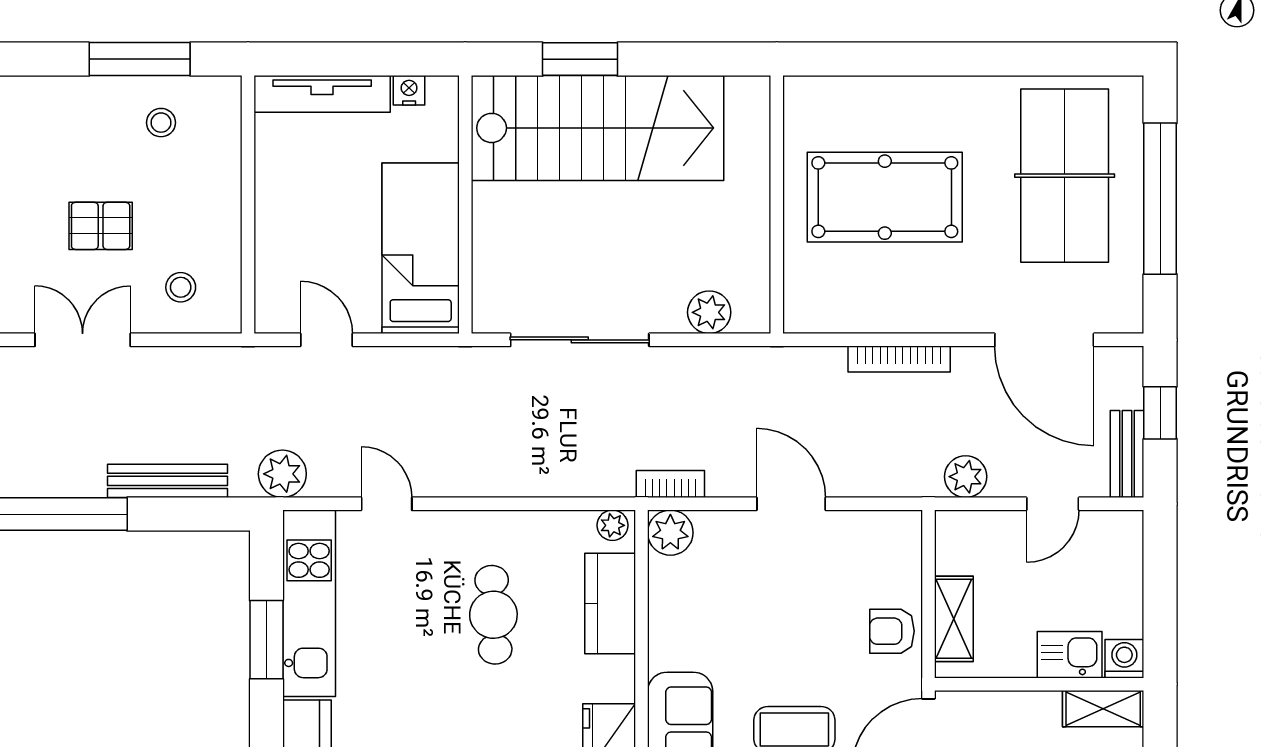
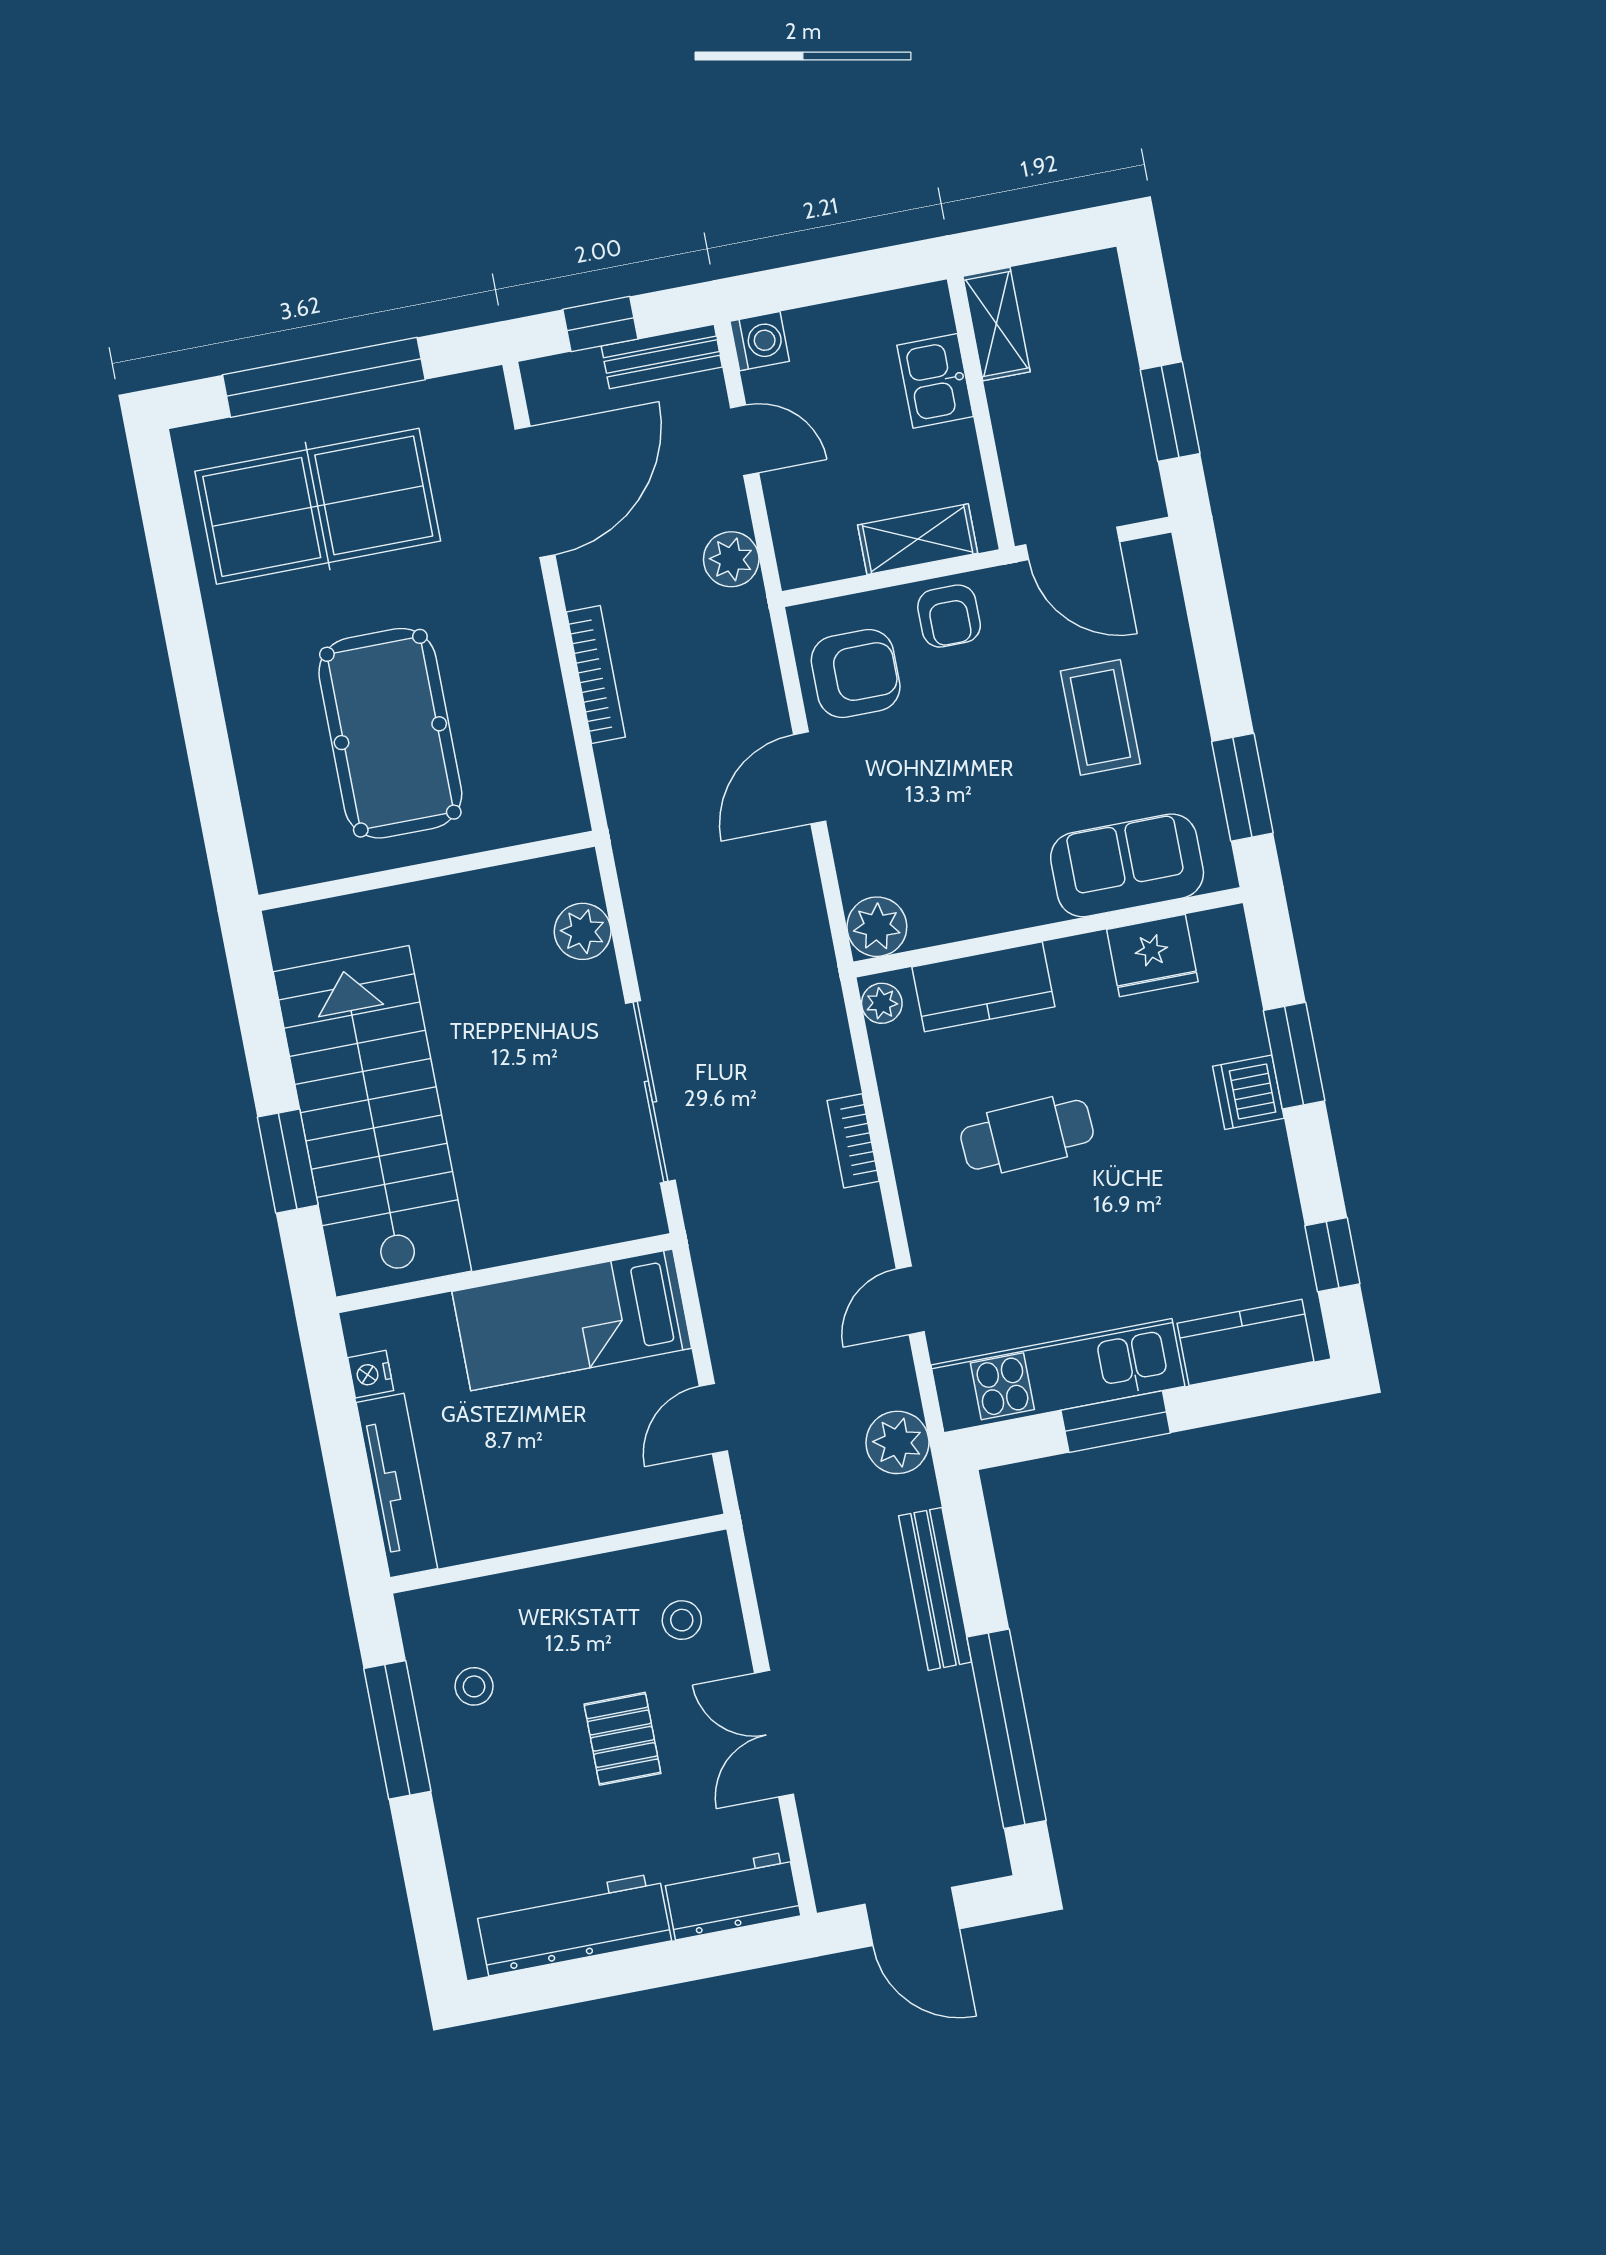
bookcase: (670, 484) -> (853, 1141), moved
armchair: (862, 553) -> (856, 673), added
washing machine: (1124, 659) -> (760, 341), moved, turned 180

